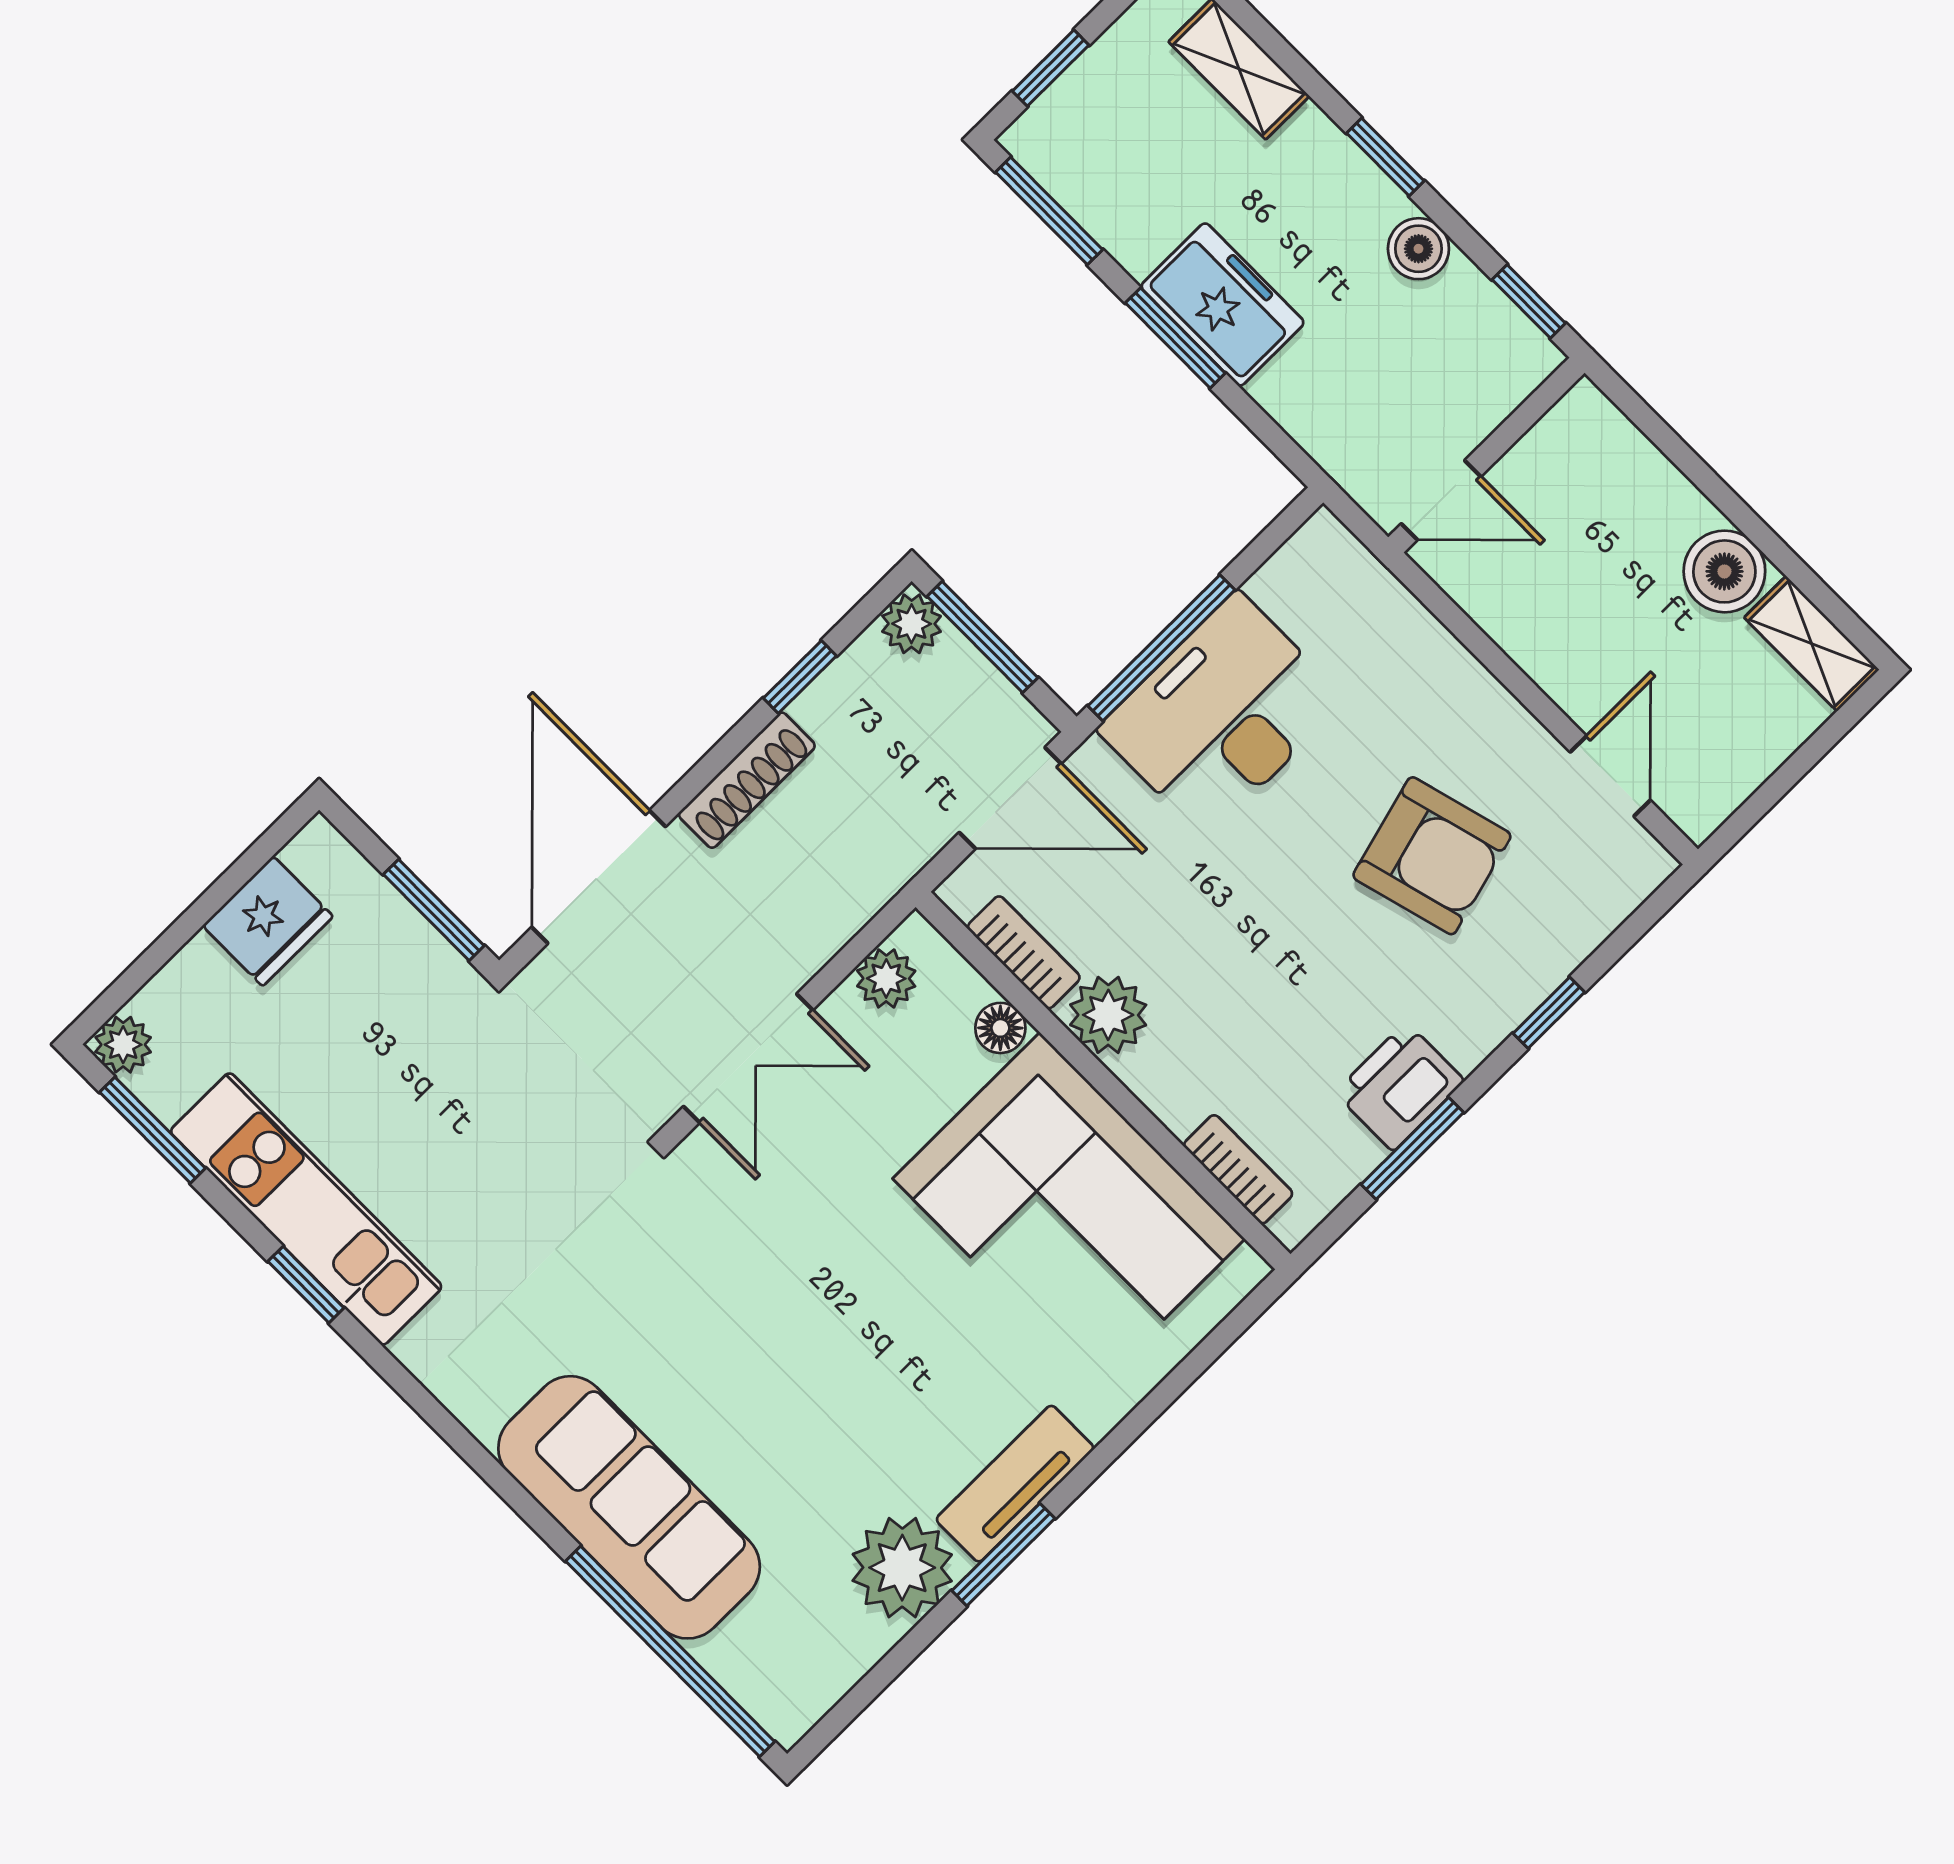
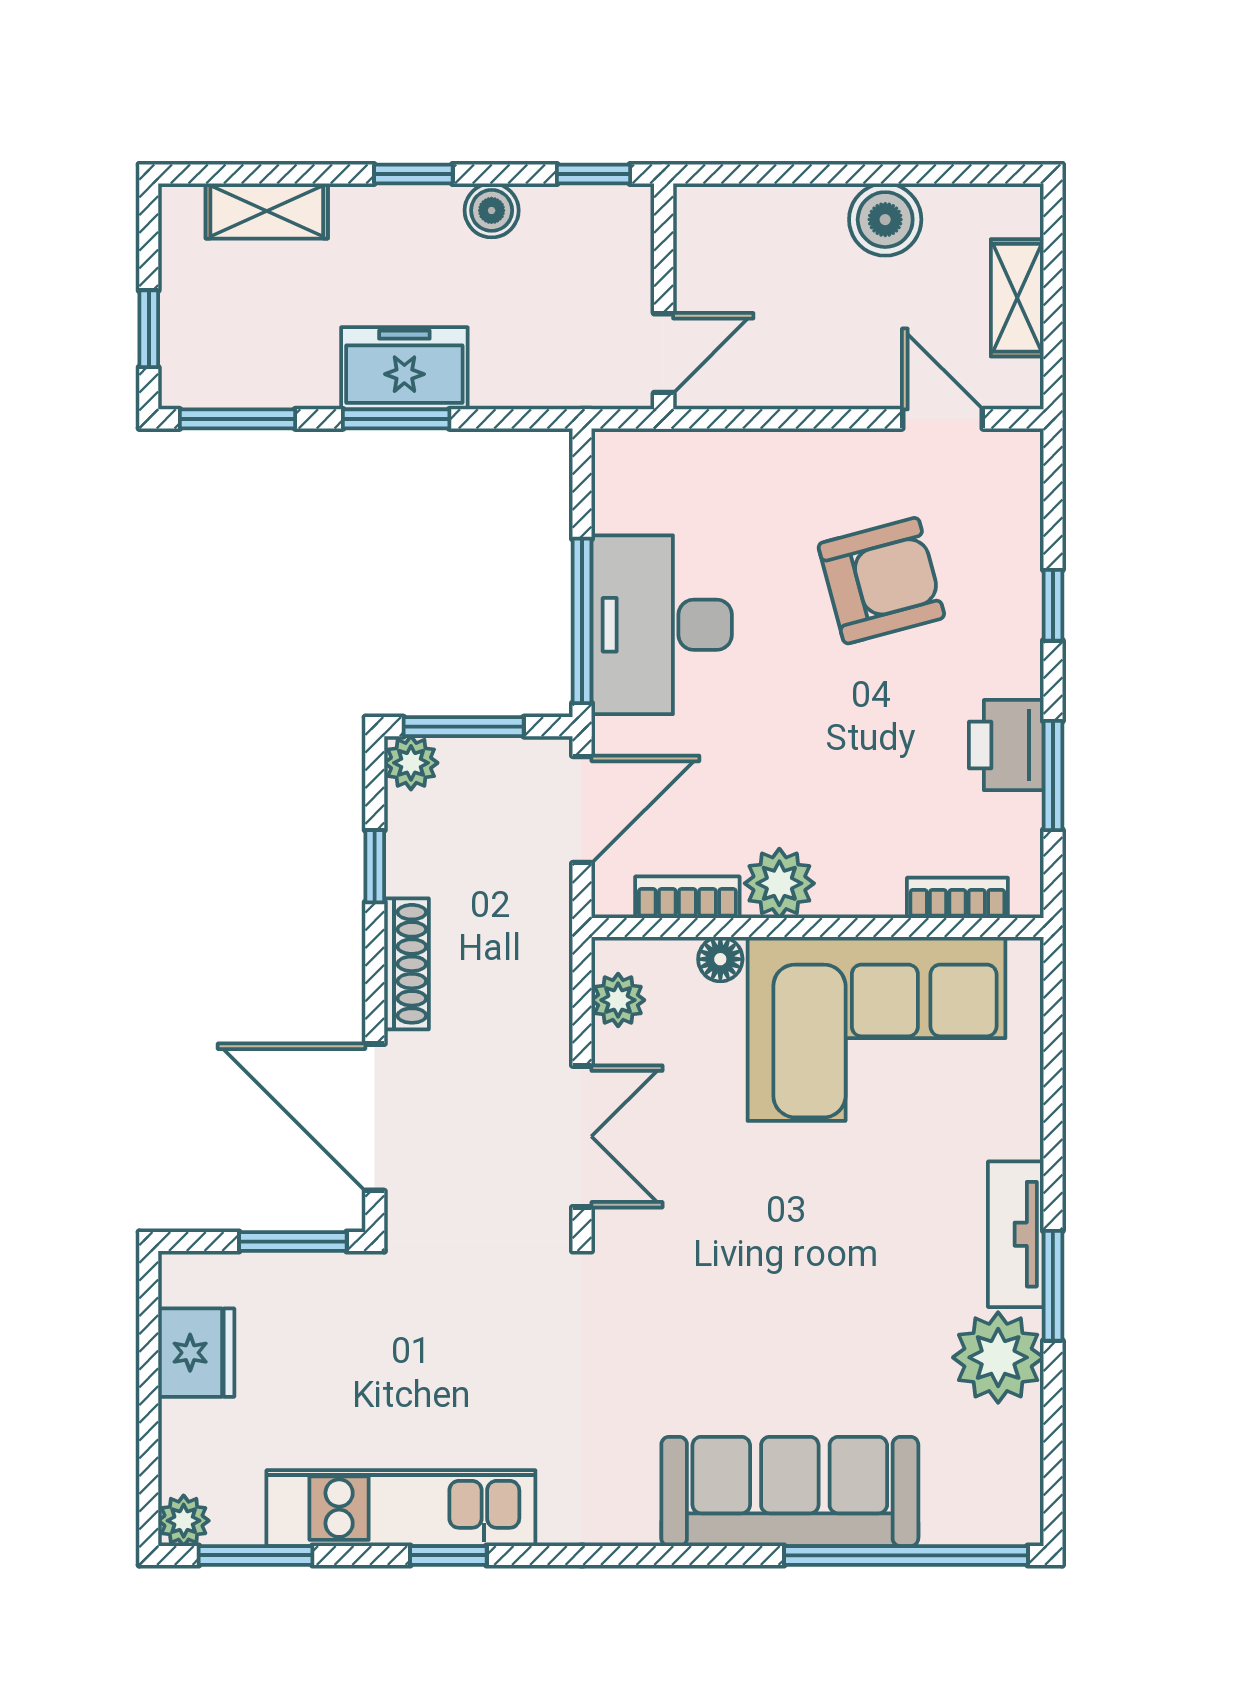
shelving: (1812, 644) -> (1017, 298), moved, turned 90

